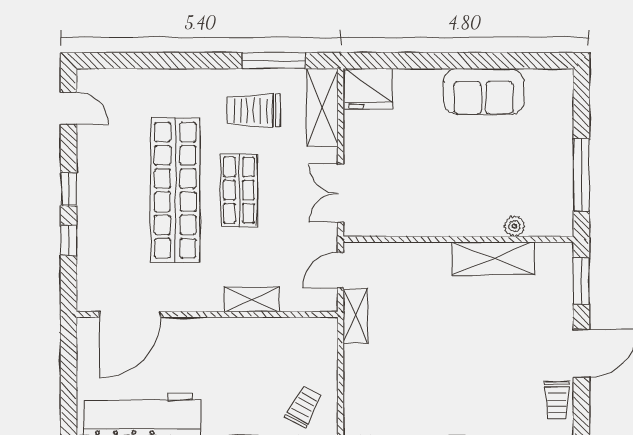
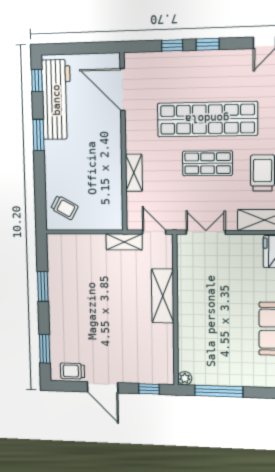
plant: (514, 226) -> (185, 378), moved
shelving: (493, 258) -> (163, 296), moved
window: (581, 281) -> (149, 389), width x0.67

